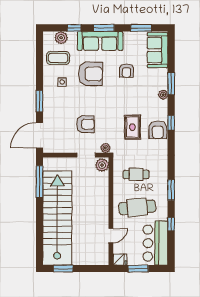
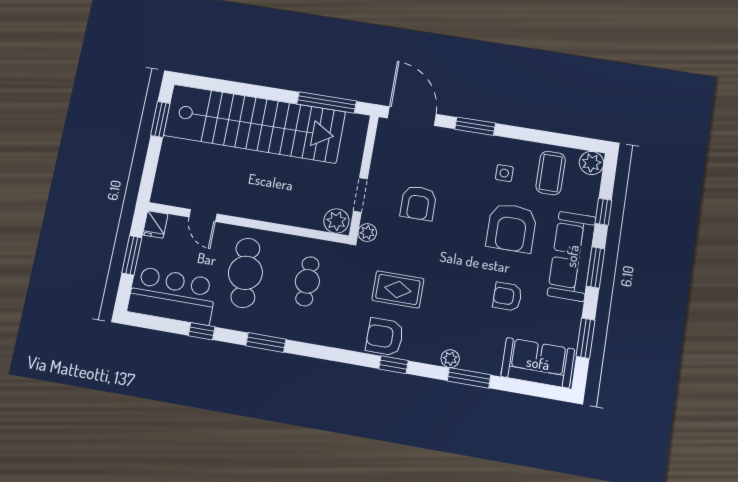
plant: (61, 38) -> (591, 163), moved

